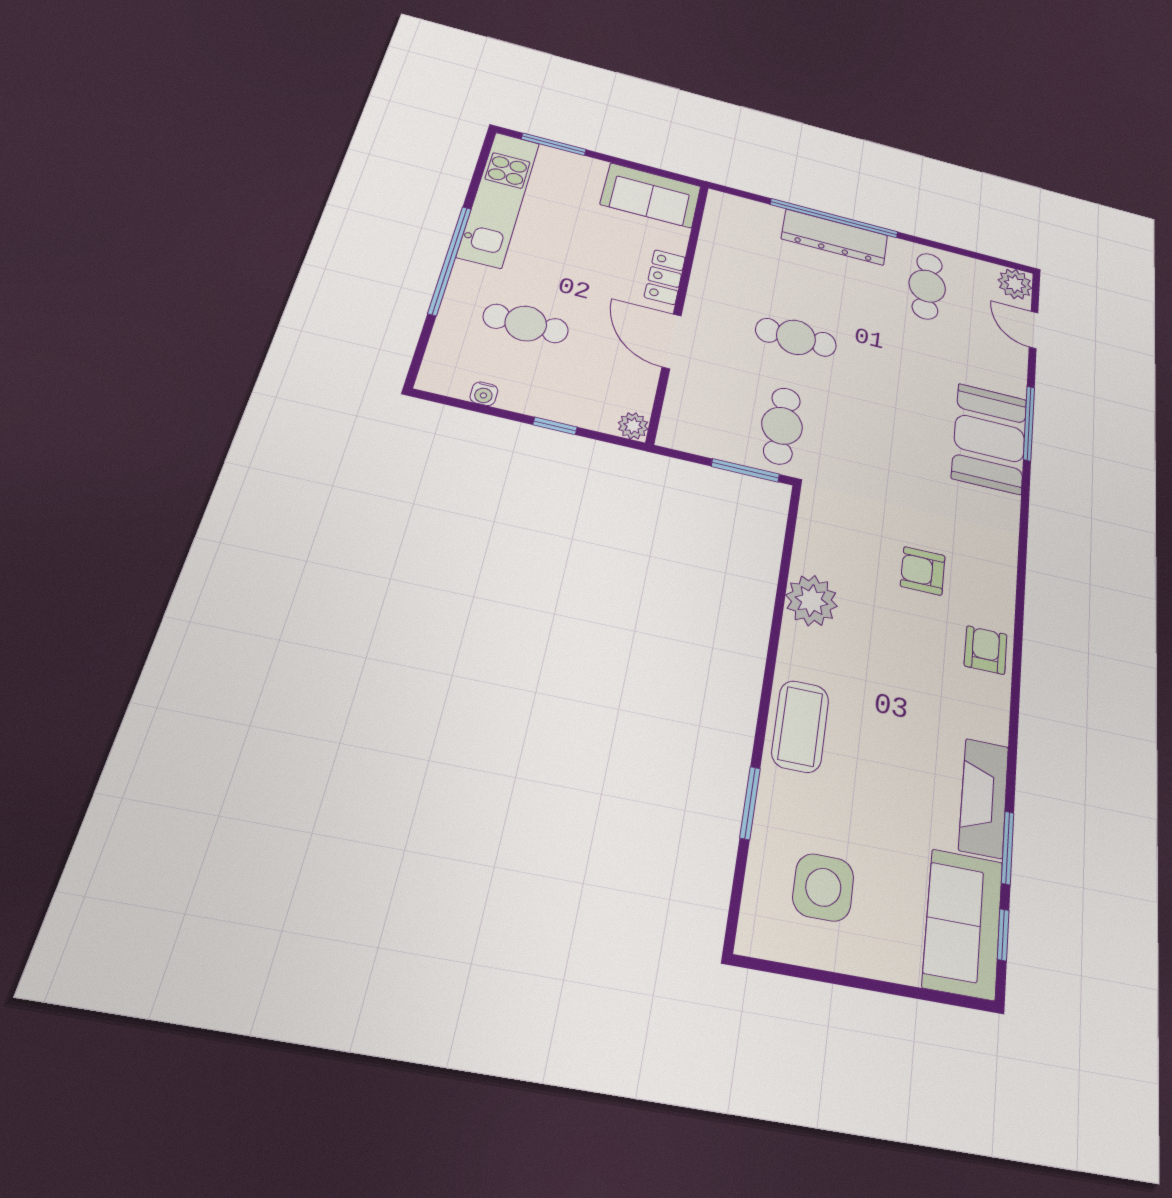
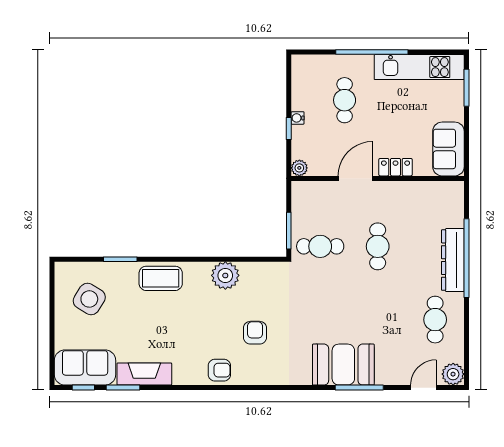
cafe table: (927, 286) -> (435, 320), turned 90
water cooler: (484, 394) -> (298, 118), moved
side table: (823, 887) -> (89, 299), turned 32

